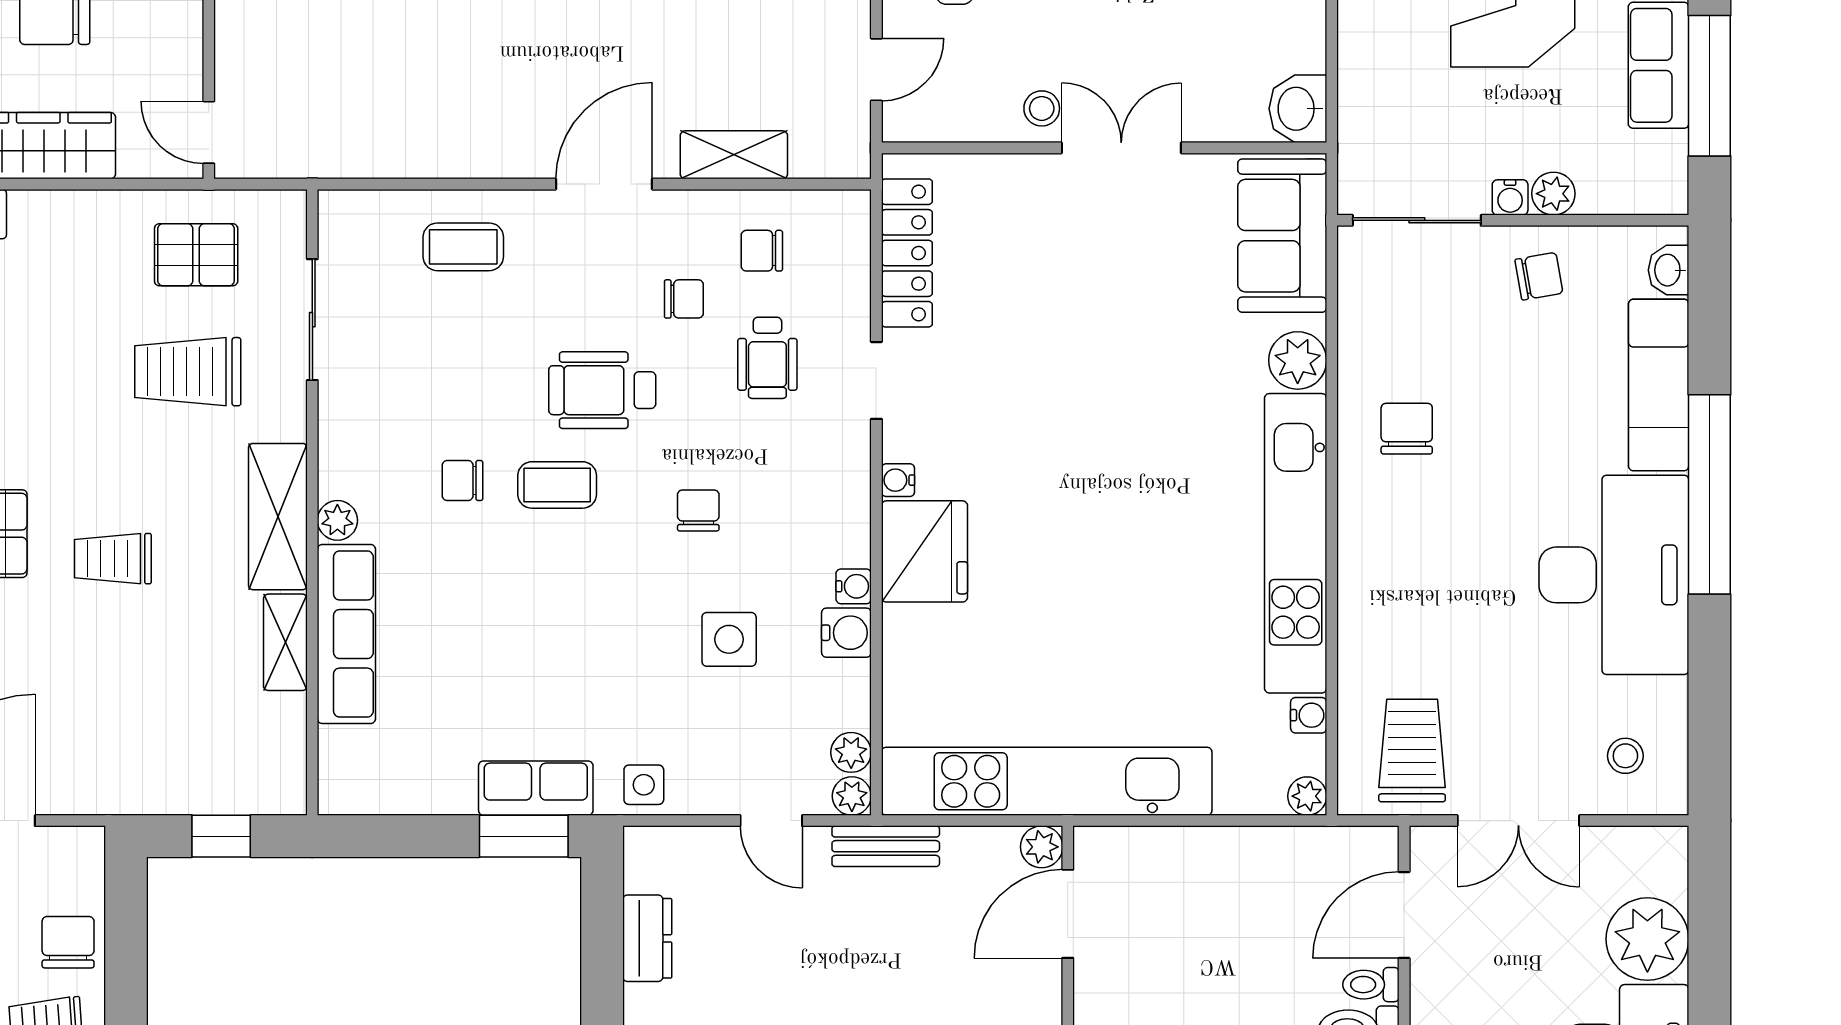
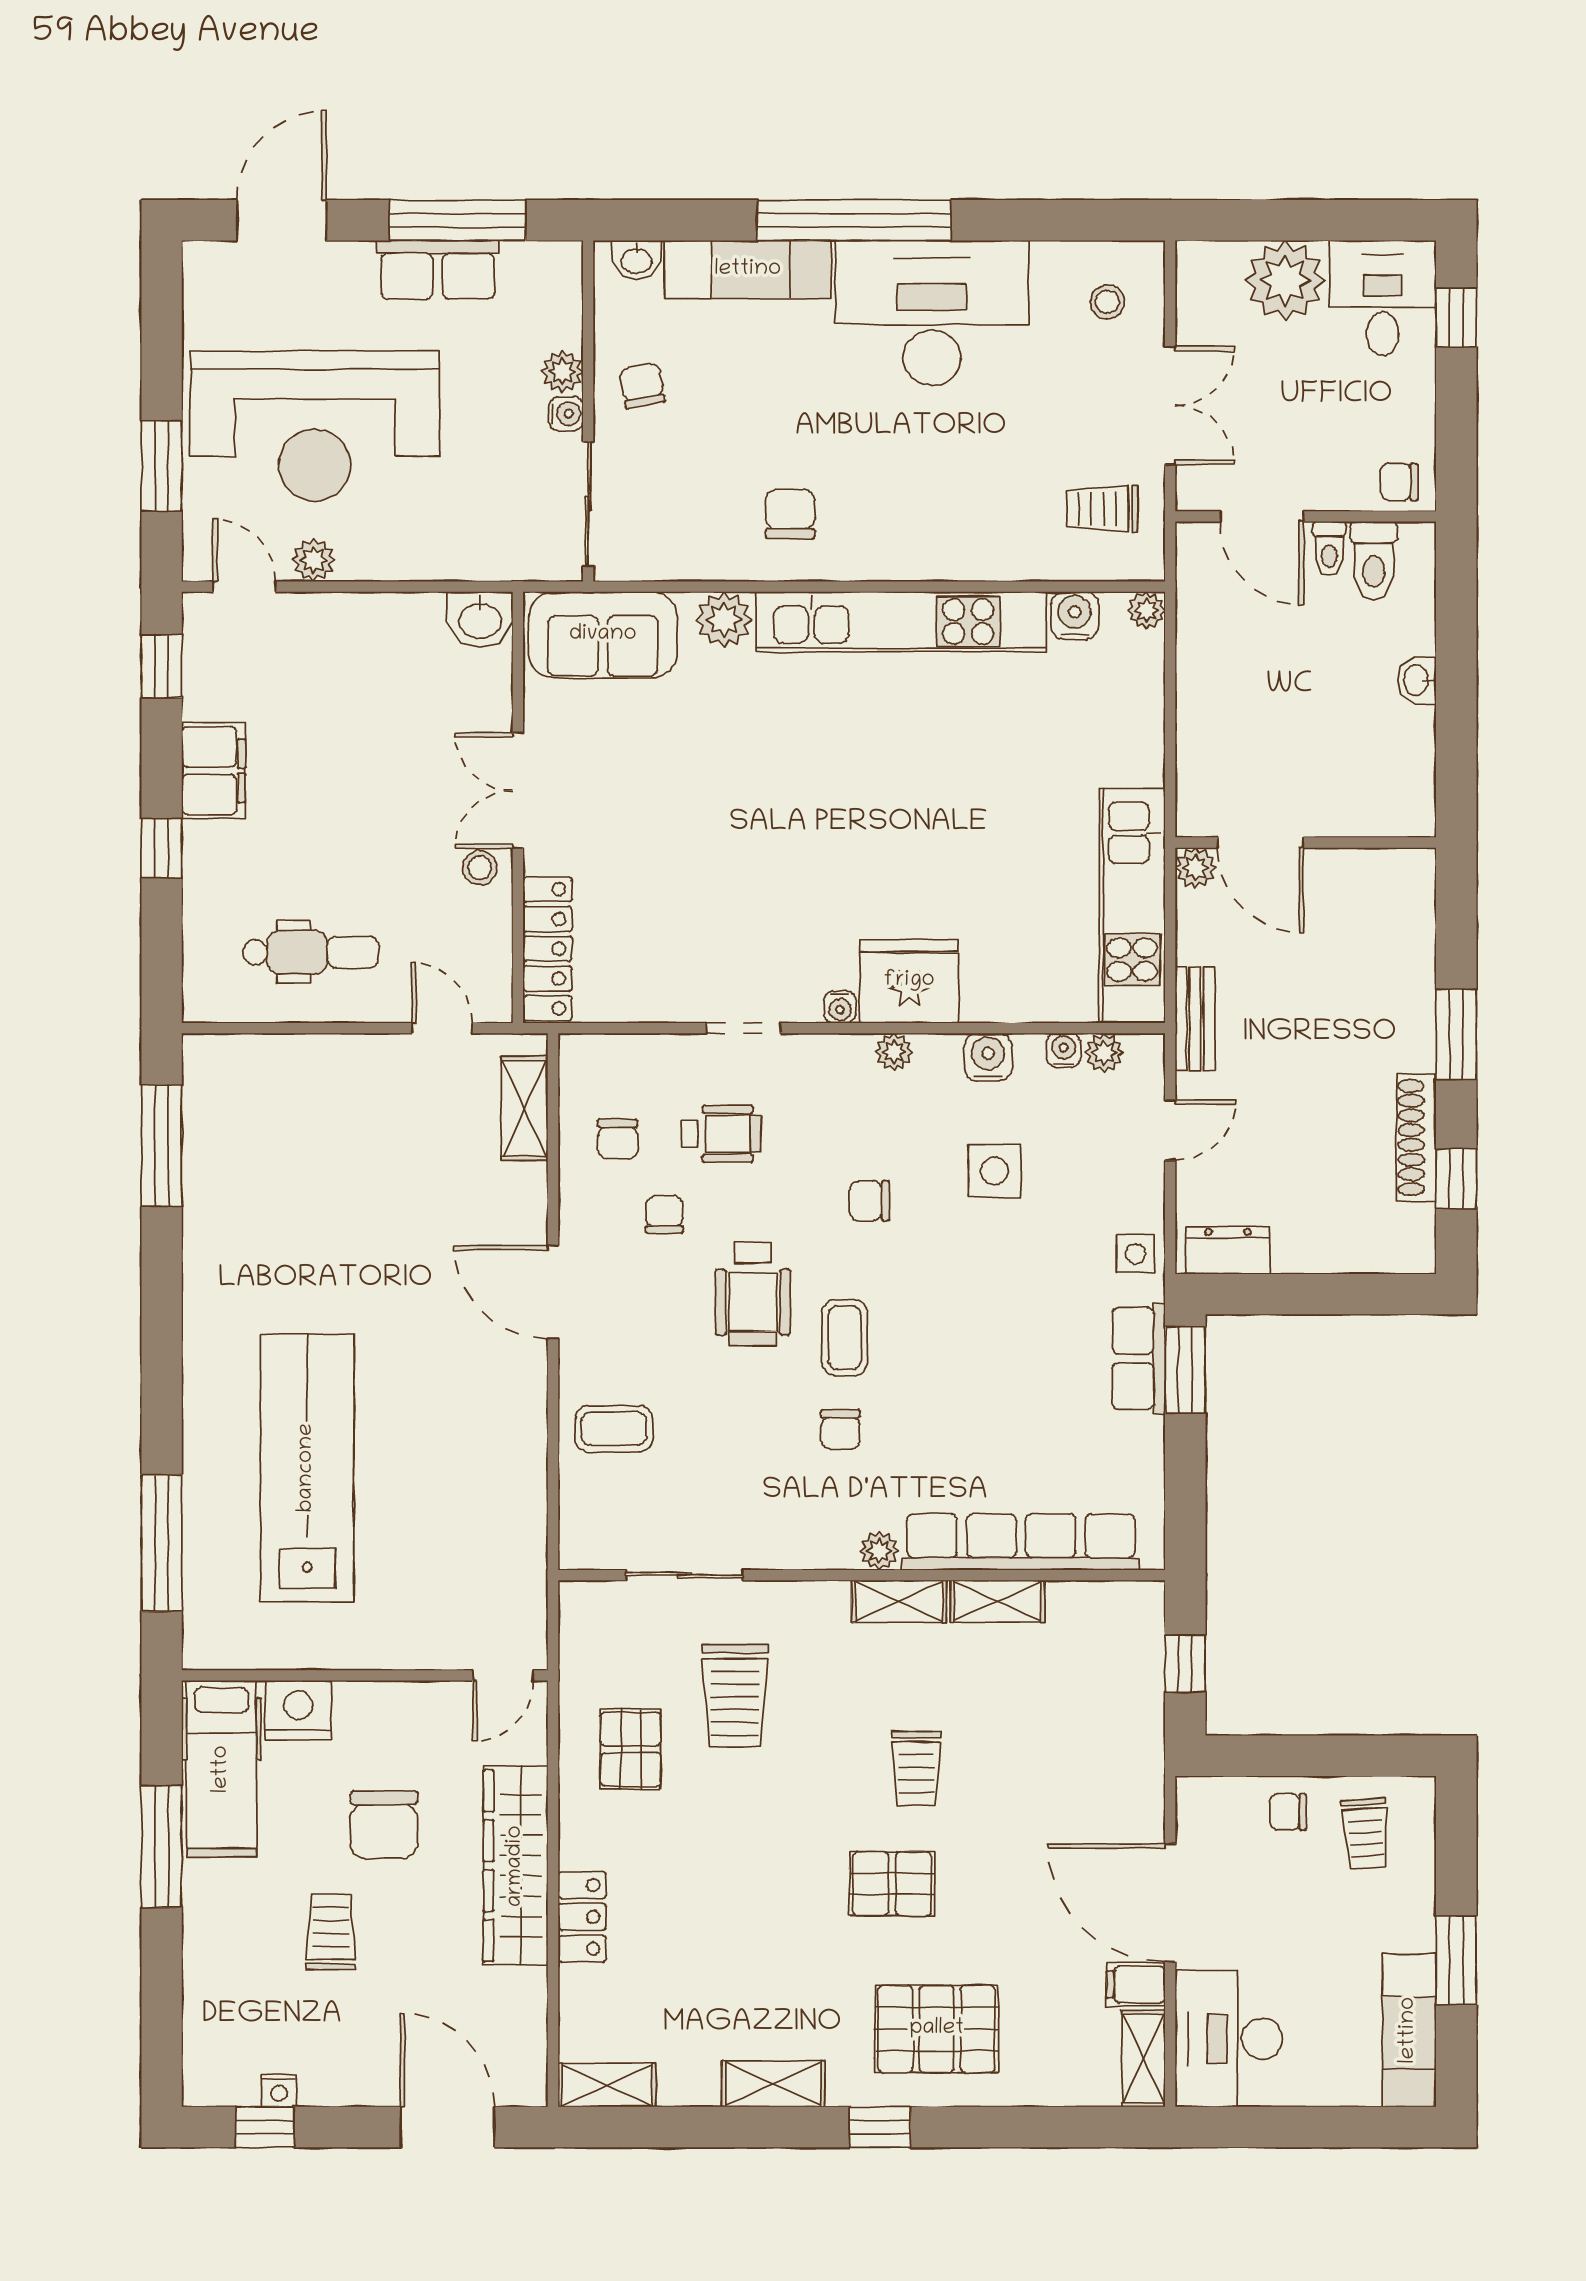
shelving: (734, 155) -> (525, 1108), moved
coffee table: (463, 247) -> (614, 1429), turned 90
locker: (907, 253) -> (547, 949), moved, turned 90
pallet: (196, 255) -> (631, 1749), moved
chair: (1407, 429) -> (790, 514), turned 90
shelving: (278, 517) -> (899, 1601), width x0.67, depth x0.75
water cooler: (854, 586) -> (1064, 1050), moved
row of seats: (346, 634) -> (1021, 1542), width x1.36
water cooler: (1309, 715) -> (1075, 616), width x1.38, depth x1.38
trolley: (1412, 751) -> (1102, 509), width x0.73, depth x0.72
kitchen unit: (1047, 781) -> (1132, 906), width x0.73
plant: (852, 796) -> (894, 1052), moved
dresser: (647, 938) -> (1228, 1250), moved
chair: (68, 942) -> (1288, 1812), width x0.73, depth x0.73

